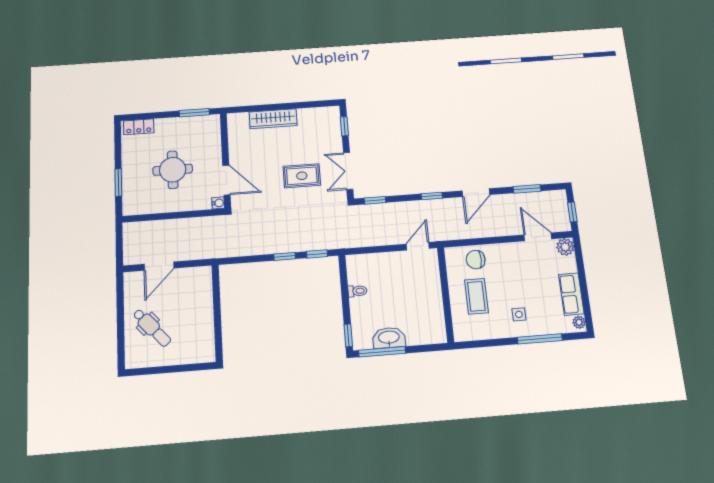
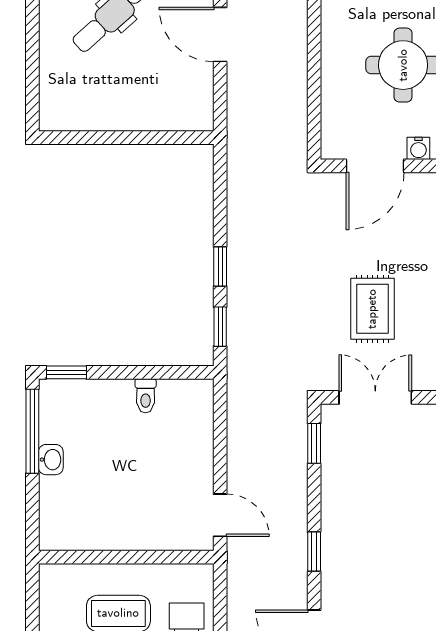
water cooler: (218, 203) -> (418, 148), moved
washbasin: (389, 338) -> (51, 460), width x0.52, depth x0.69

